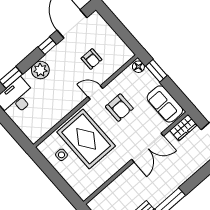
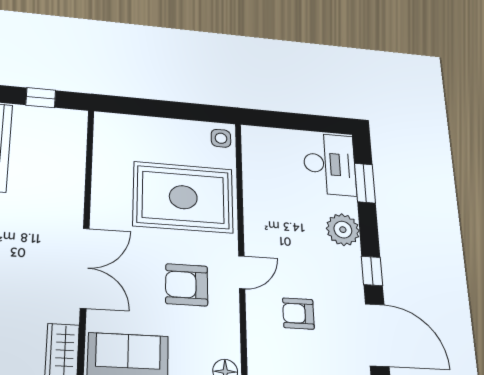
double door: (147, 148) -> (85, 268), swing flipped
side table: (61, 155) -> (221, 138), moved

